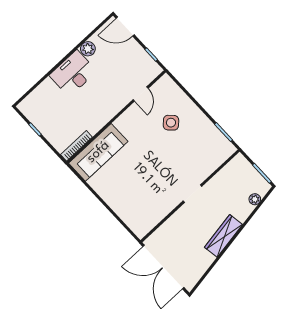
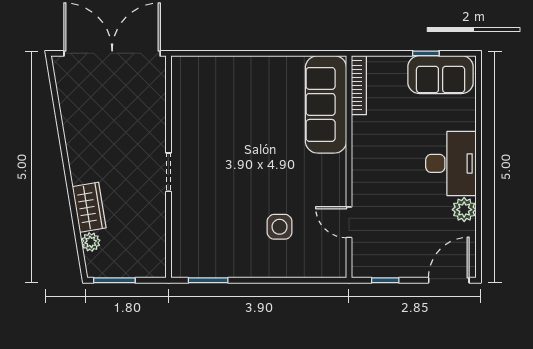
sofa: (38, 114) -> (441, 75), added
side table: (171, 123) -> (280, 227), turned 45
wardrobe: (223, 236) -> (89, 207), moved, width x0.67

